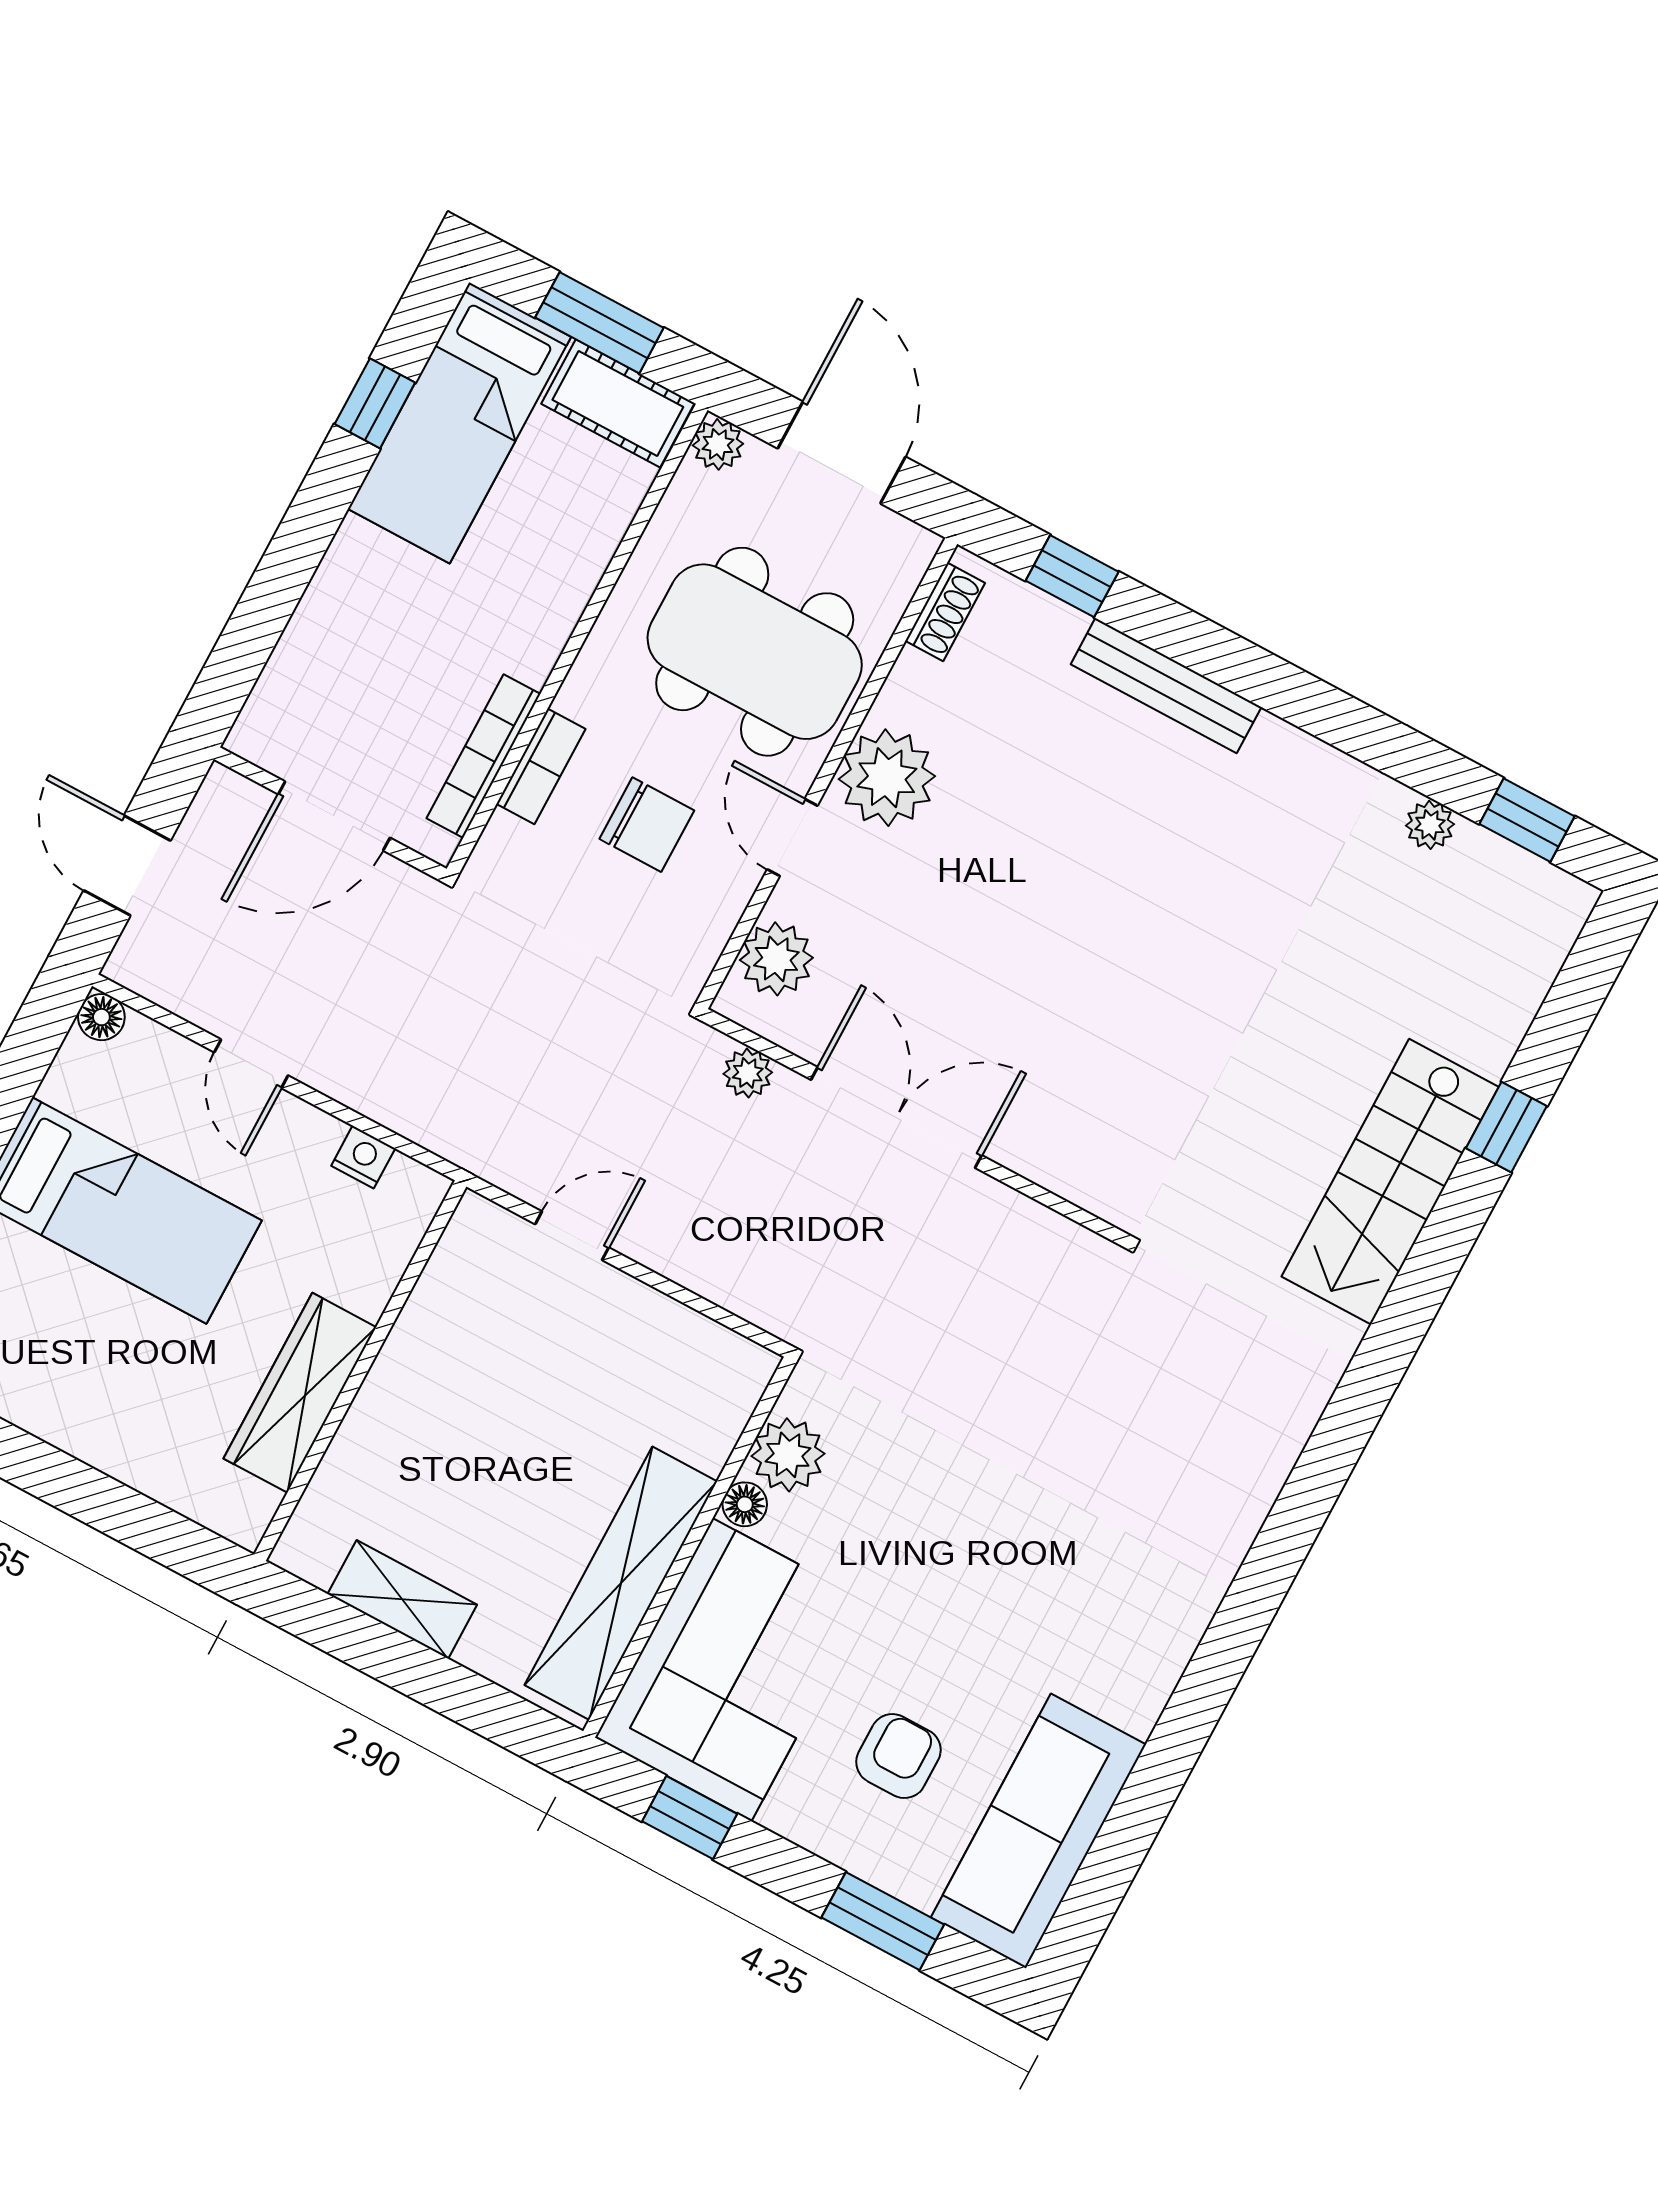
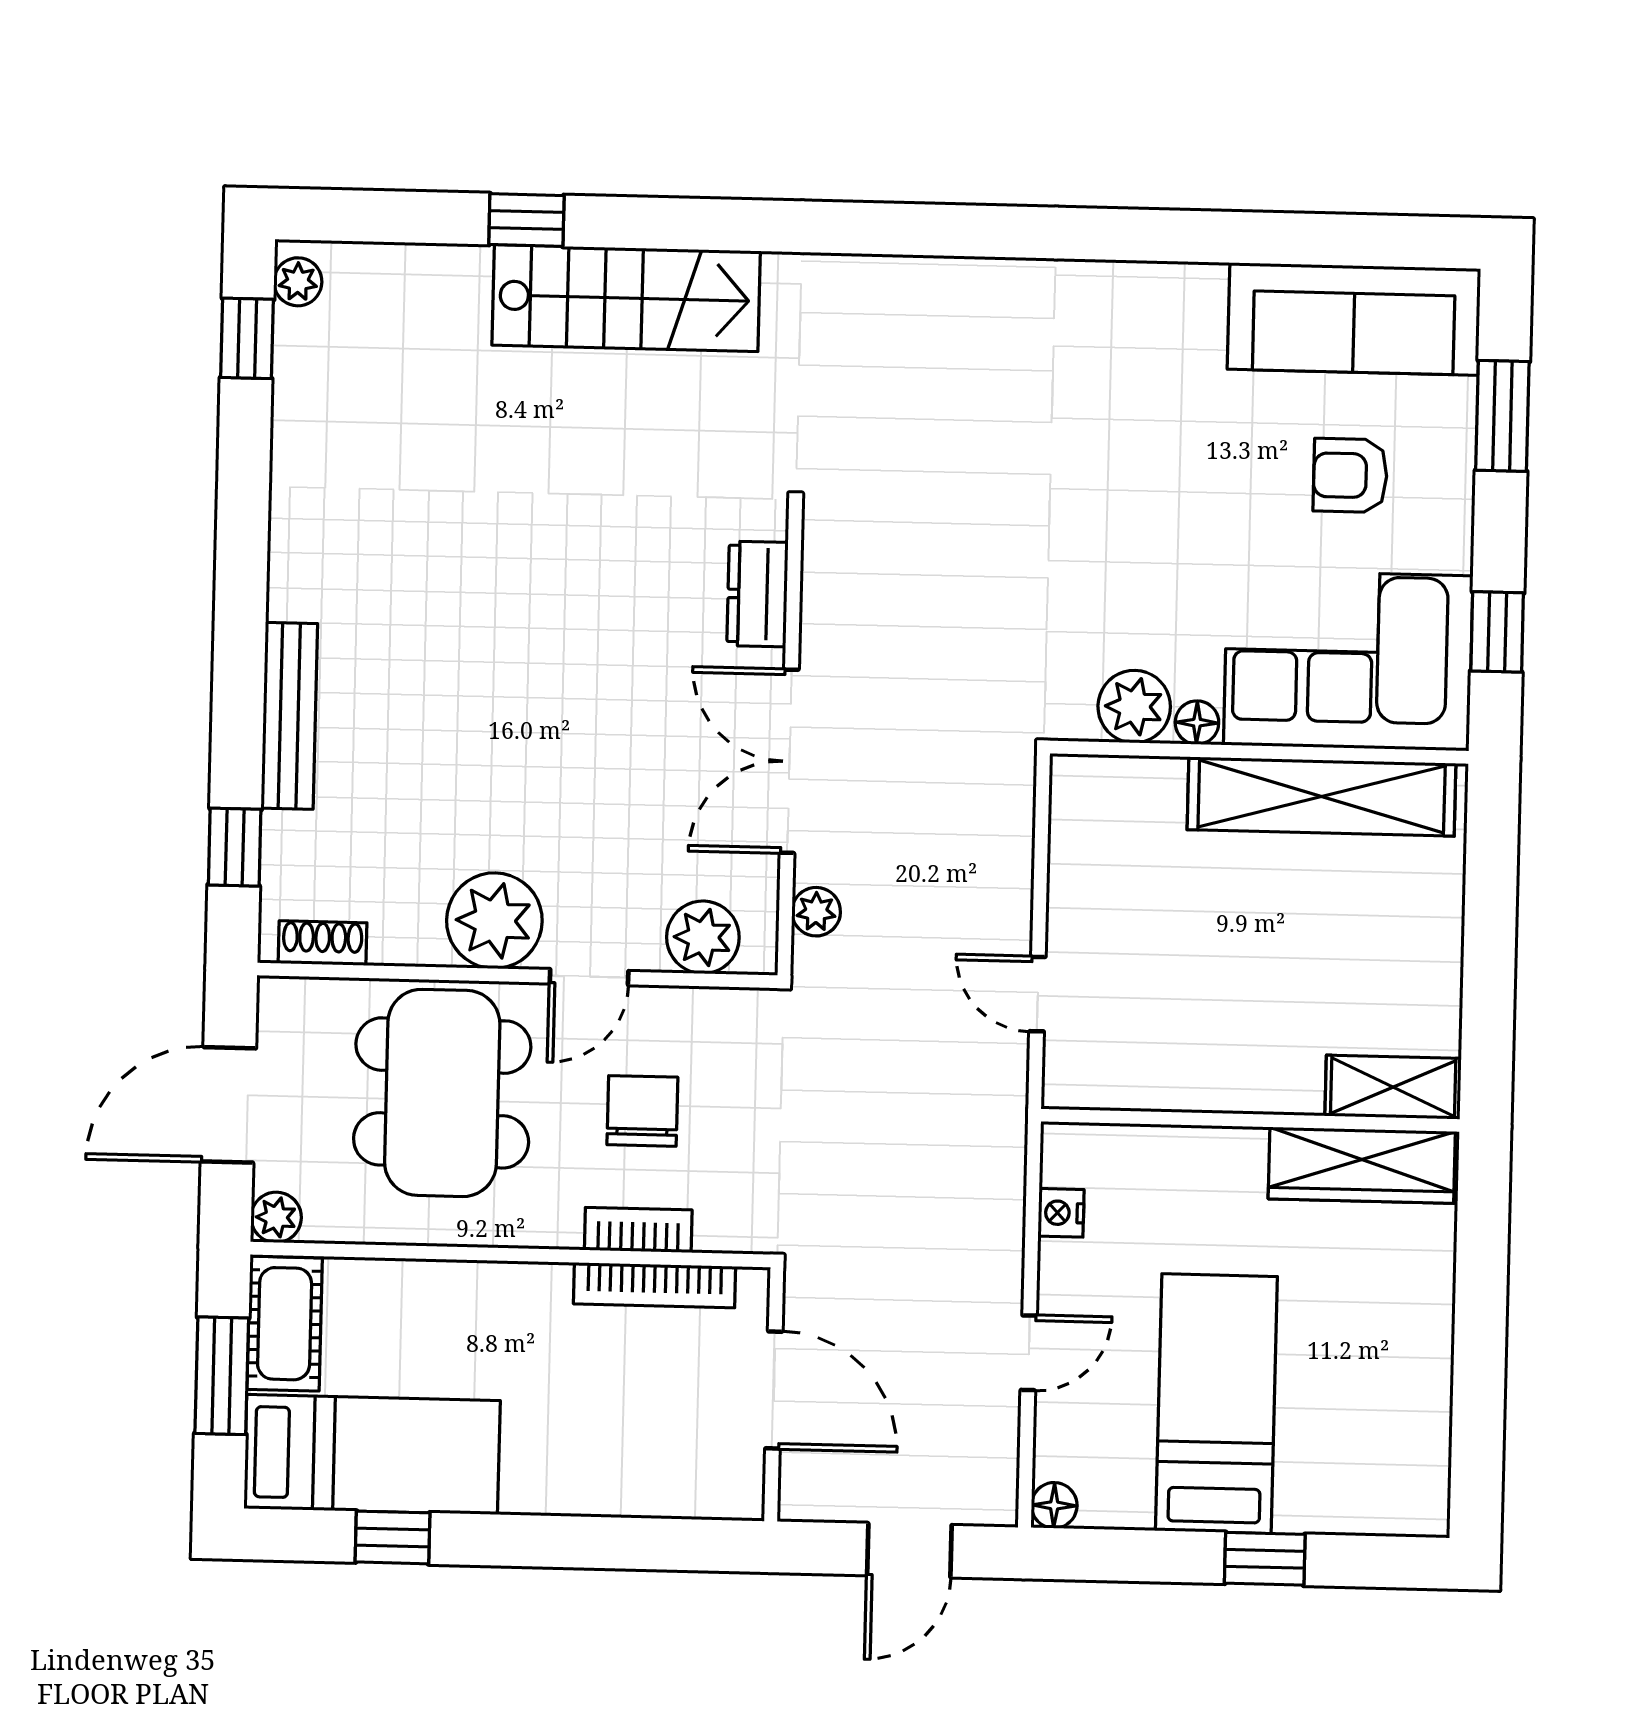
plant: (1430, 825) -> (298, 282), moved
dresser: (1062, 1165) -> (757, 594), added
wardrobe: (300, 1393) -> (1362, 1165), moved
shelving: (402, 1599) -> (1393, 1087), moved, turned 90

